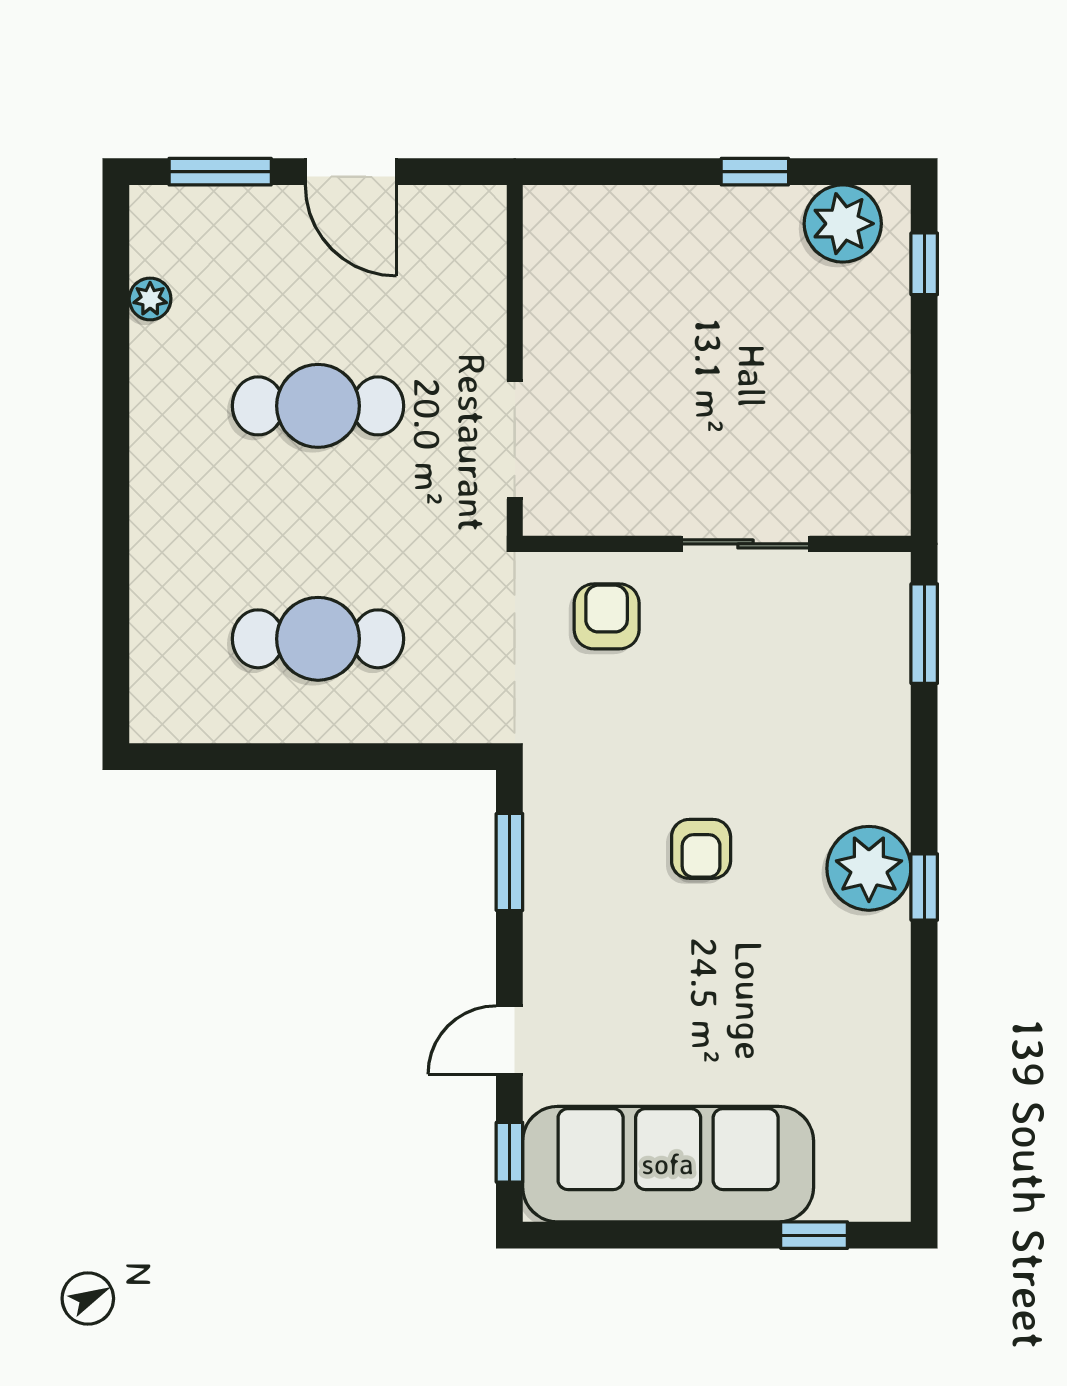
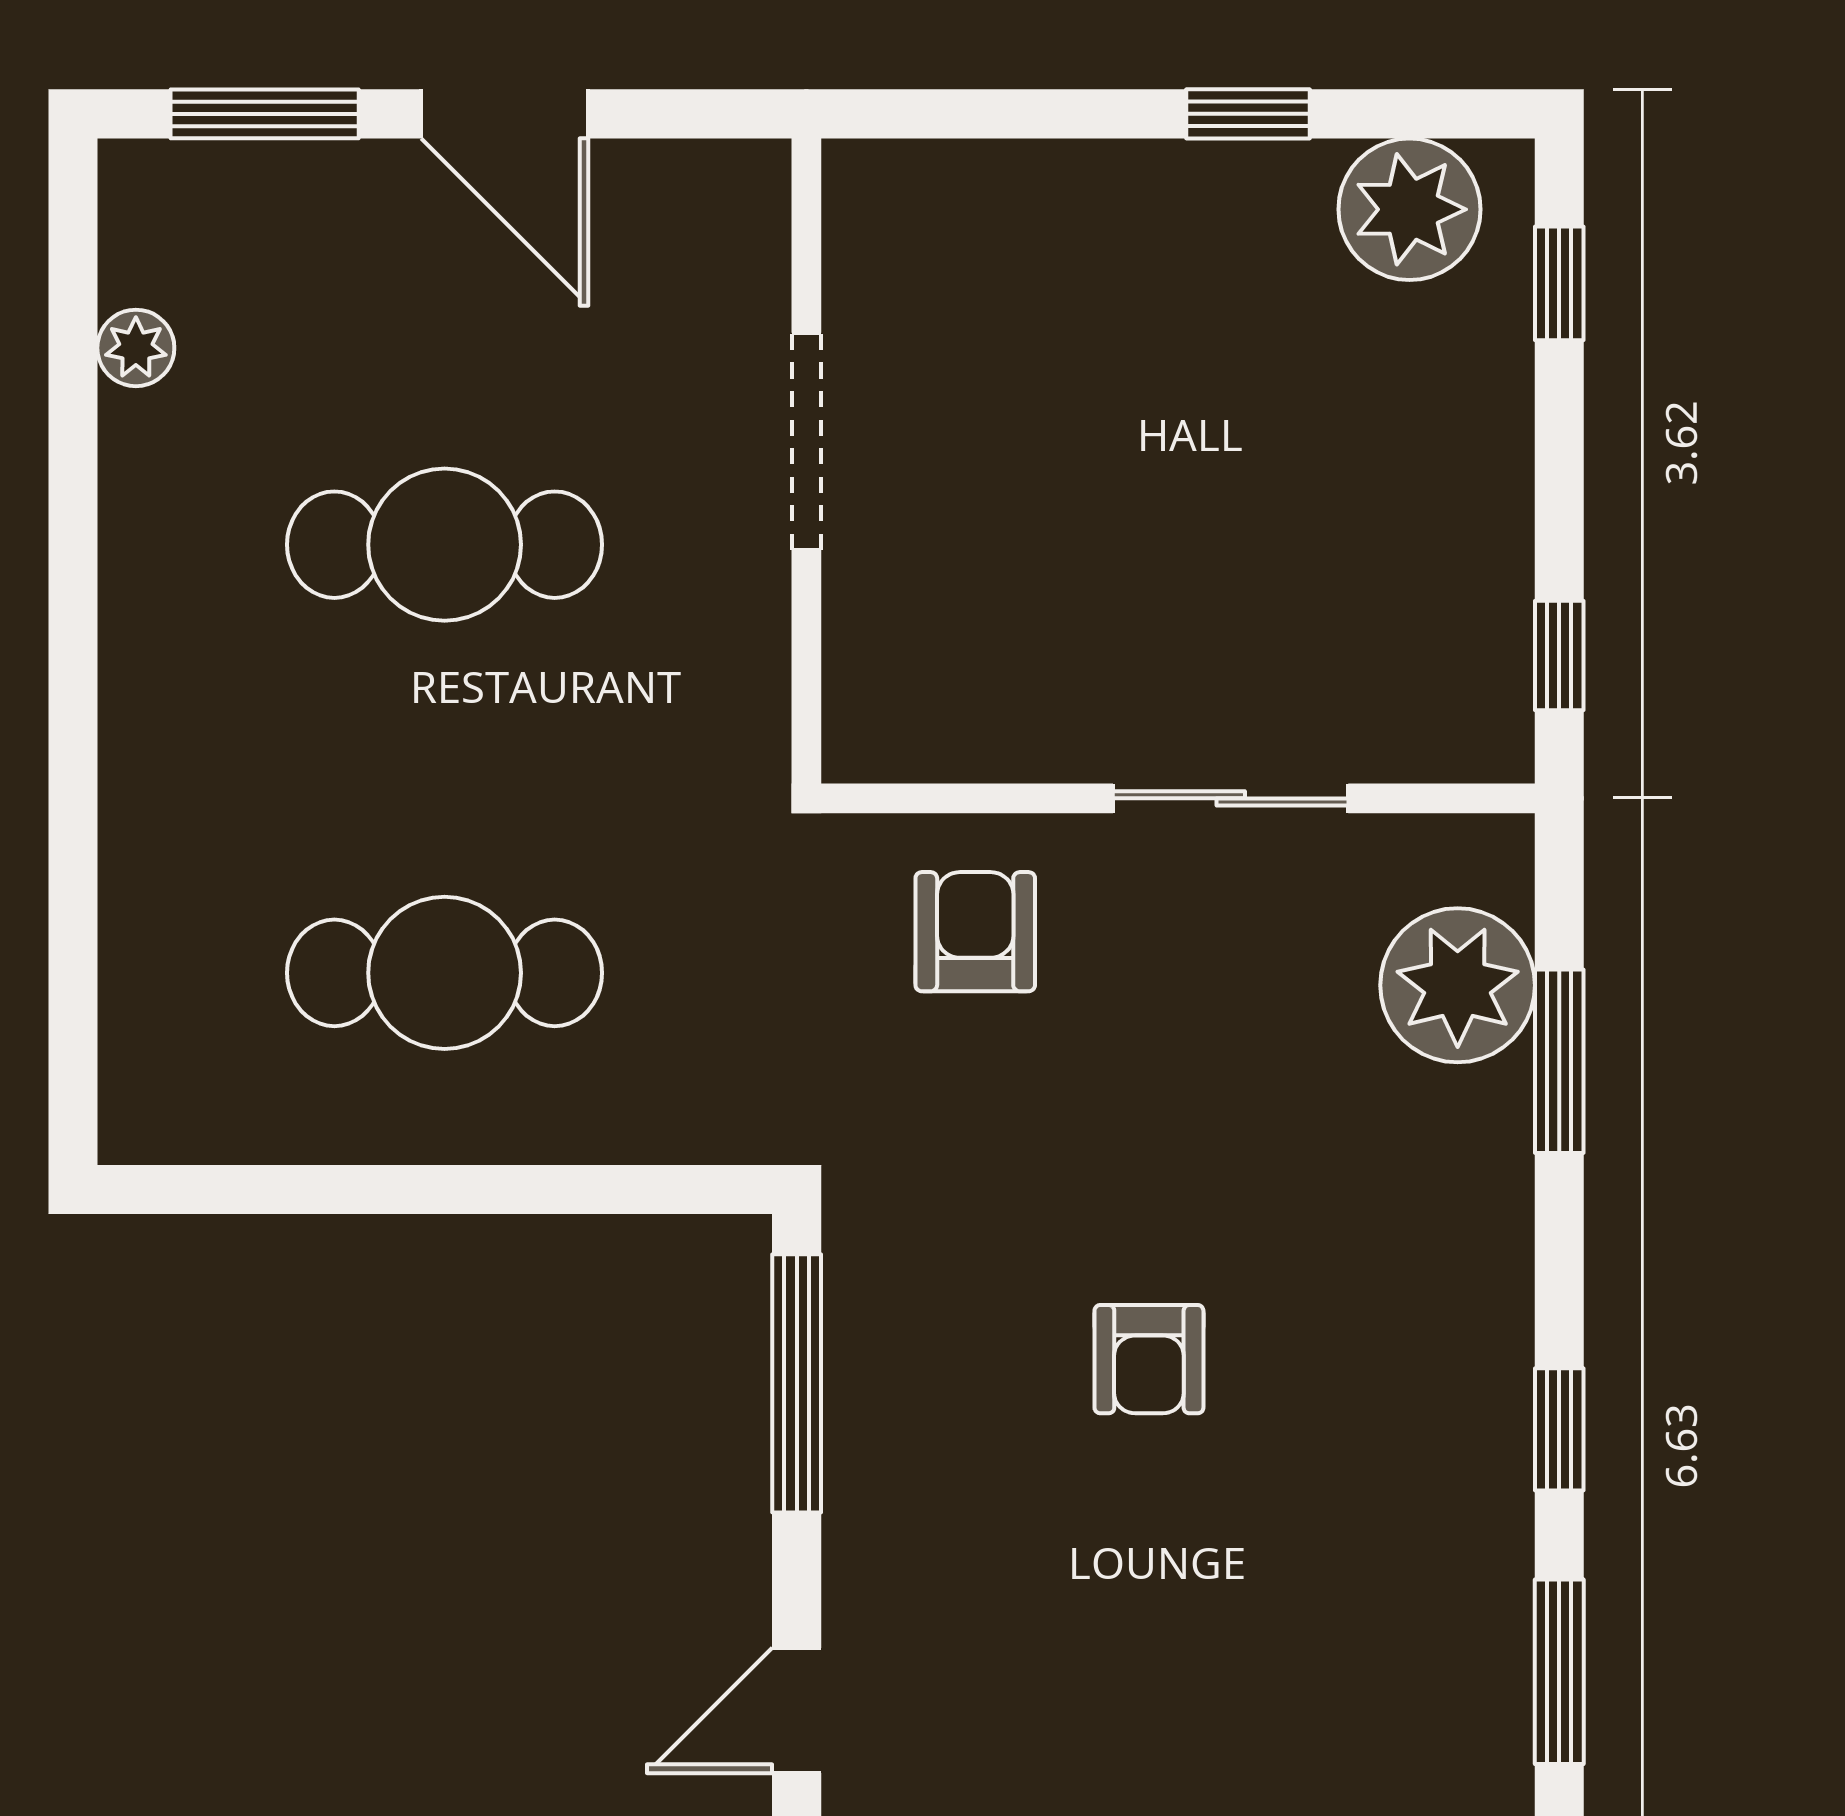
doorway: (515, 440) -> (806, 441), moved
window: (924, 466) -> (1559, 656), added
window: (924, 634) -> (1559, 1061), moved
window: (509, 862) -> (797, 1383), width x1.44
plant: (869, 868) -> (1458, 985), moved
window: (924, 1019) -> (1559, 1672), added

